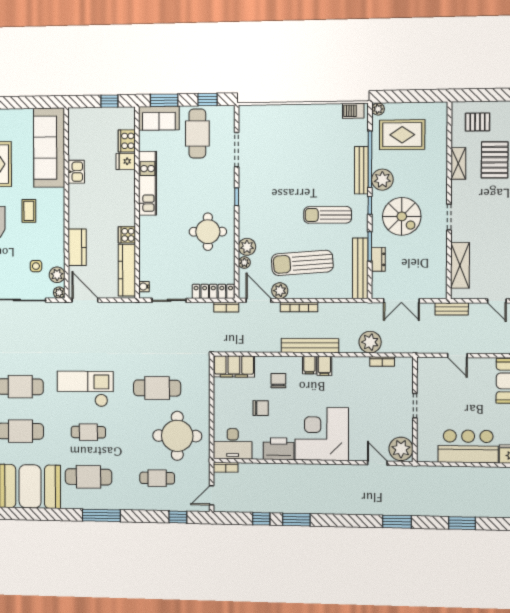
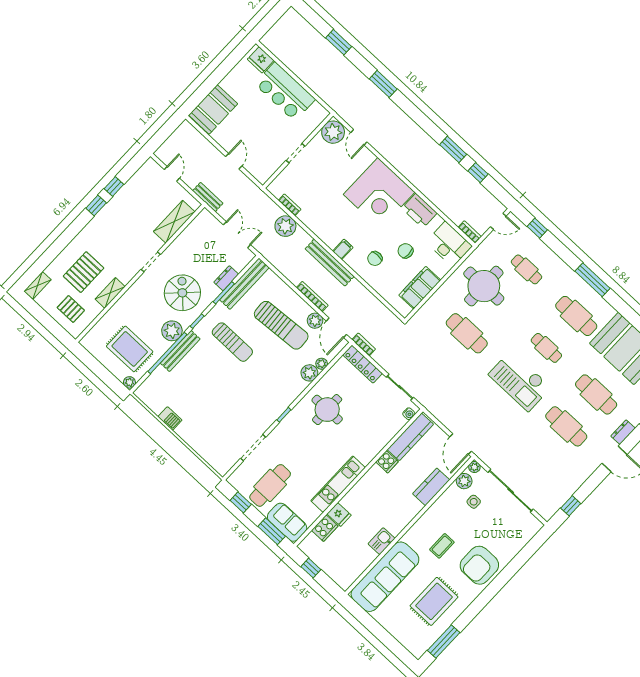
barbecue: (353, 111) -> (170, 418), moved
filing cabinet: (234, 366) -> (420, 288), moved, turned -90
filing cabinet: (324, 366) -> (333, 239), removed

